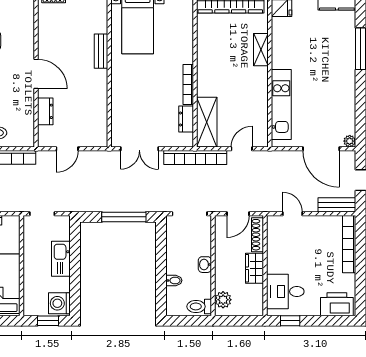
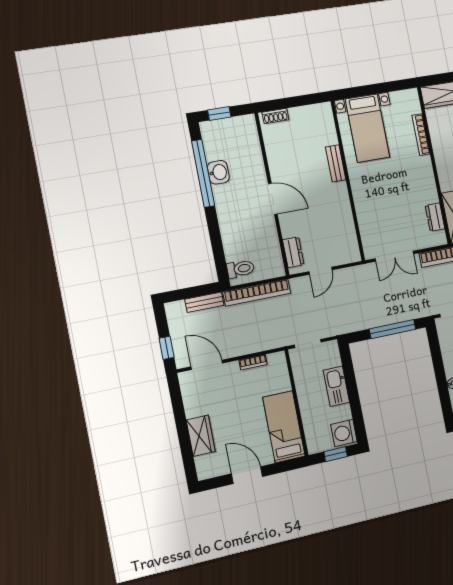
bookcase: (188, 85) -> (421, 134), moved
dresser: (45, 111) -> (293, 252), moved

